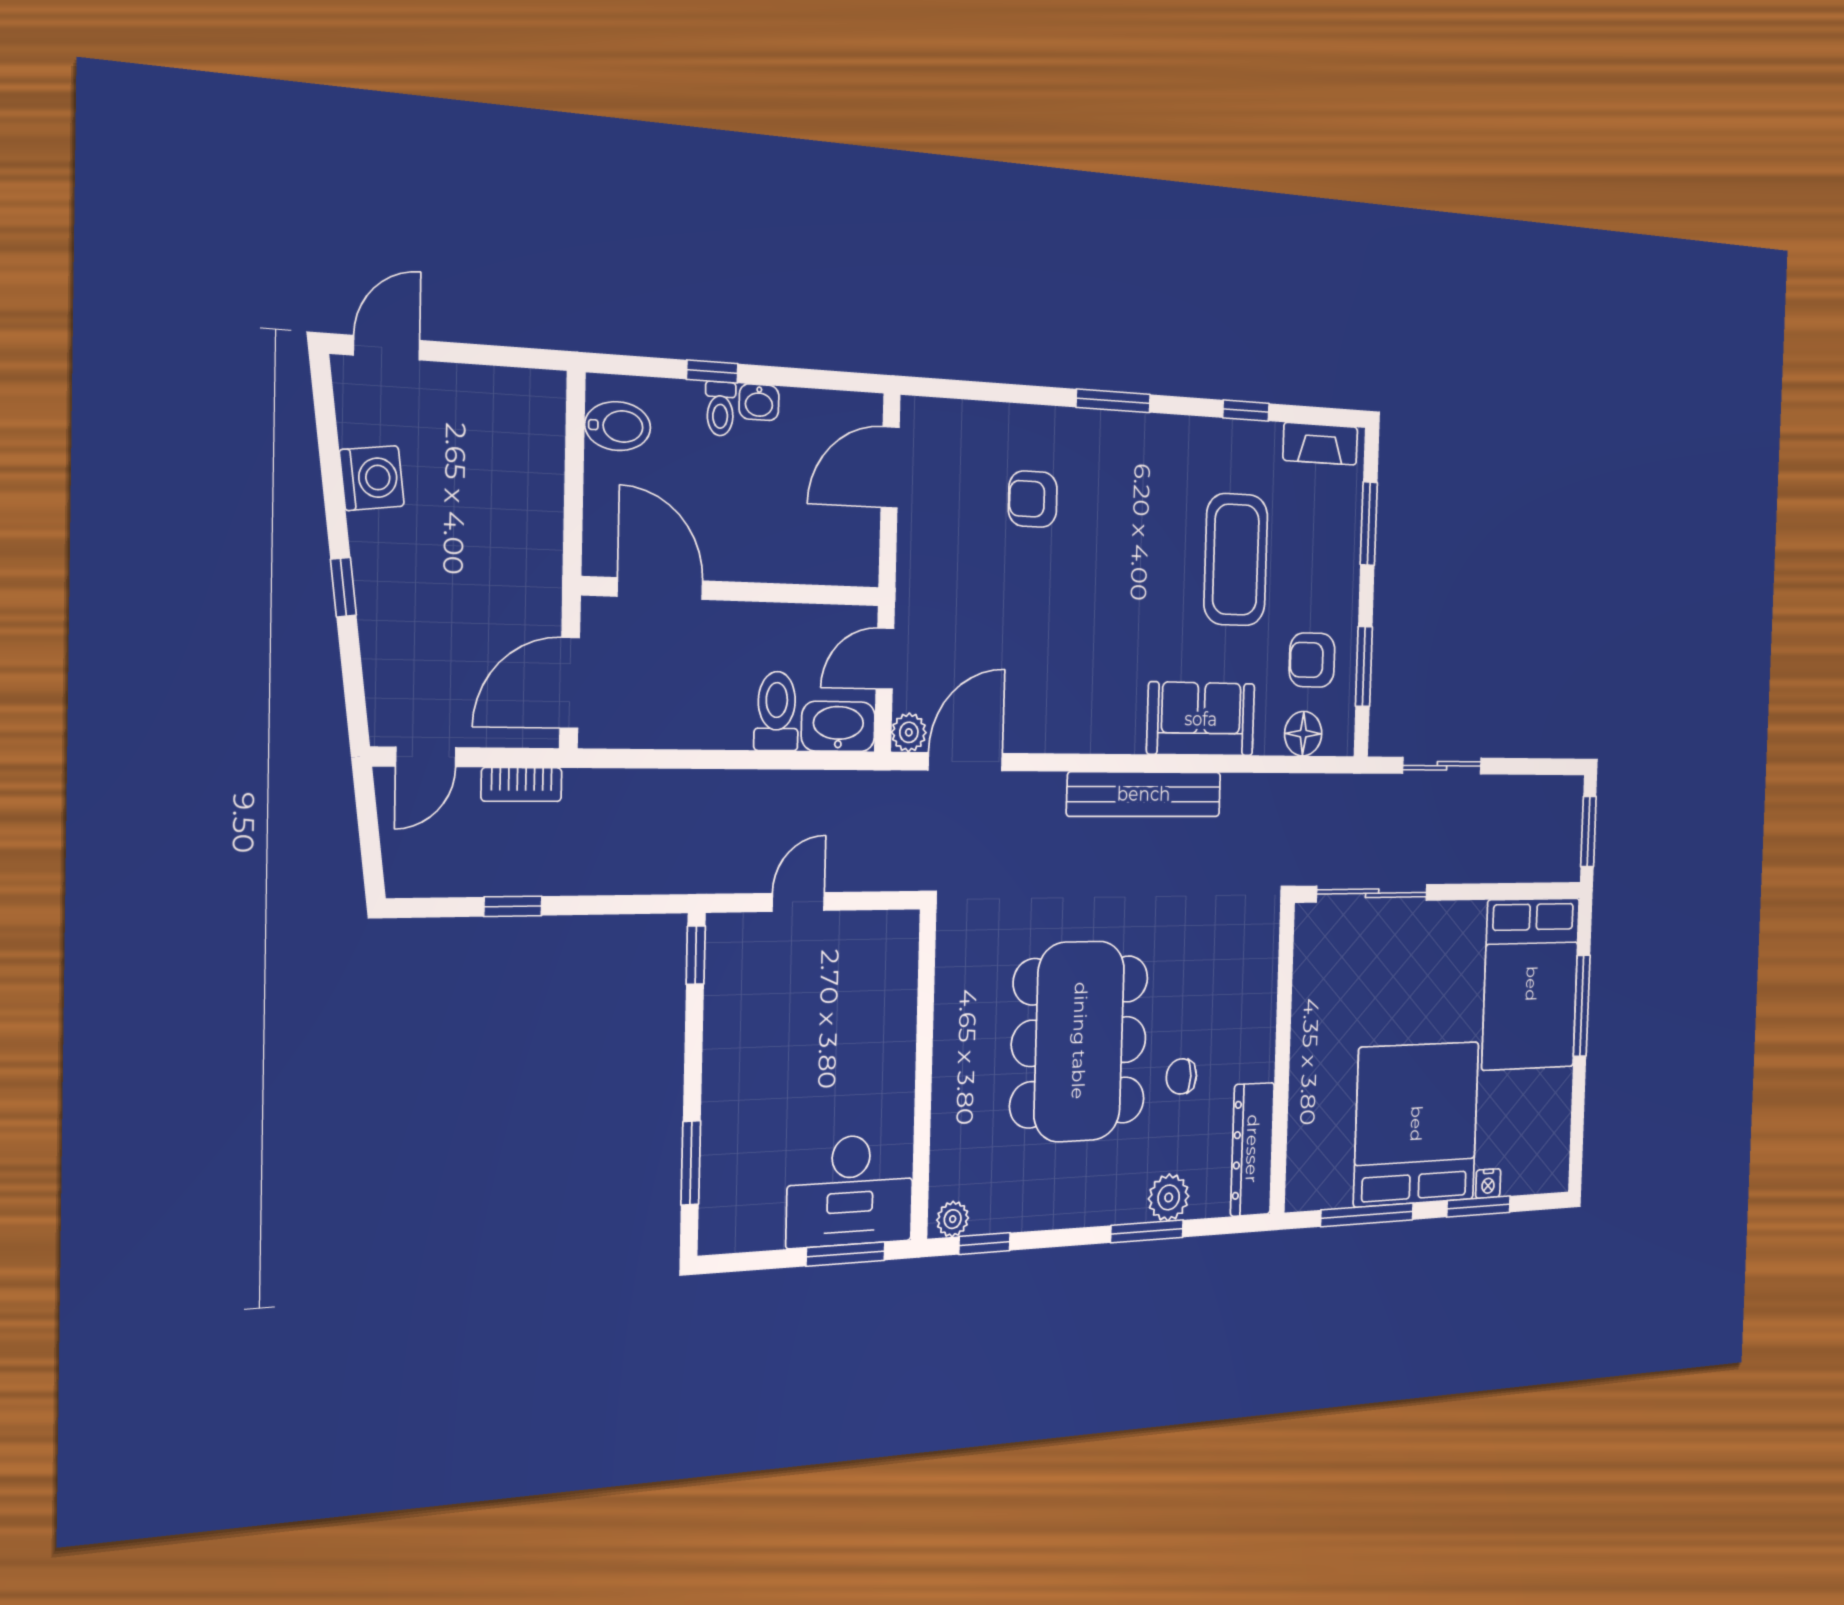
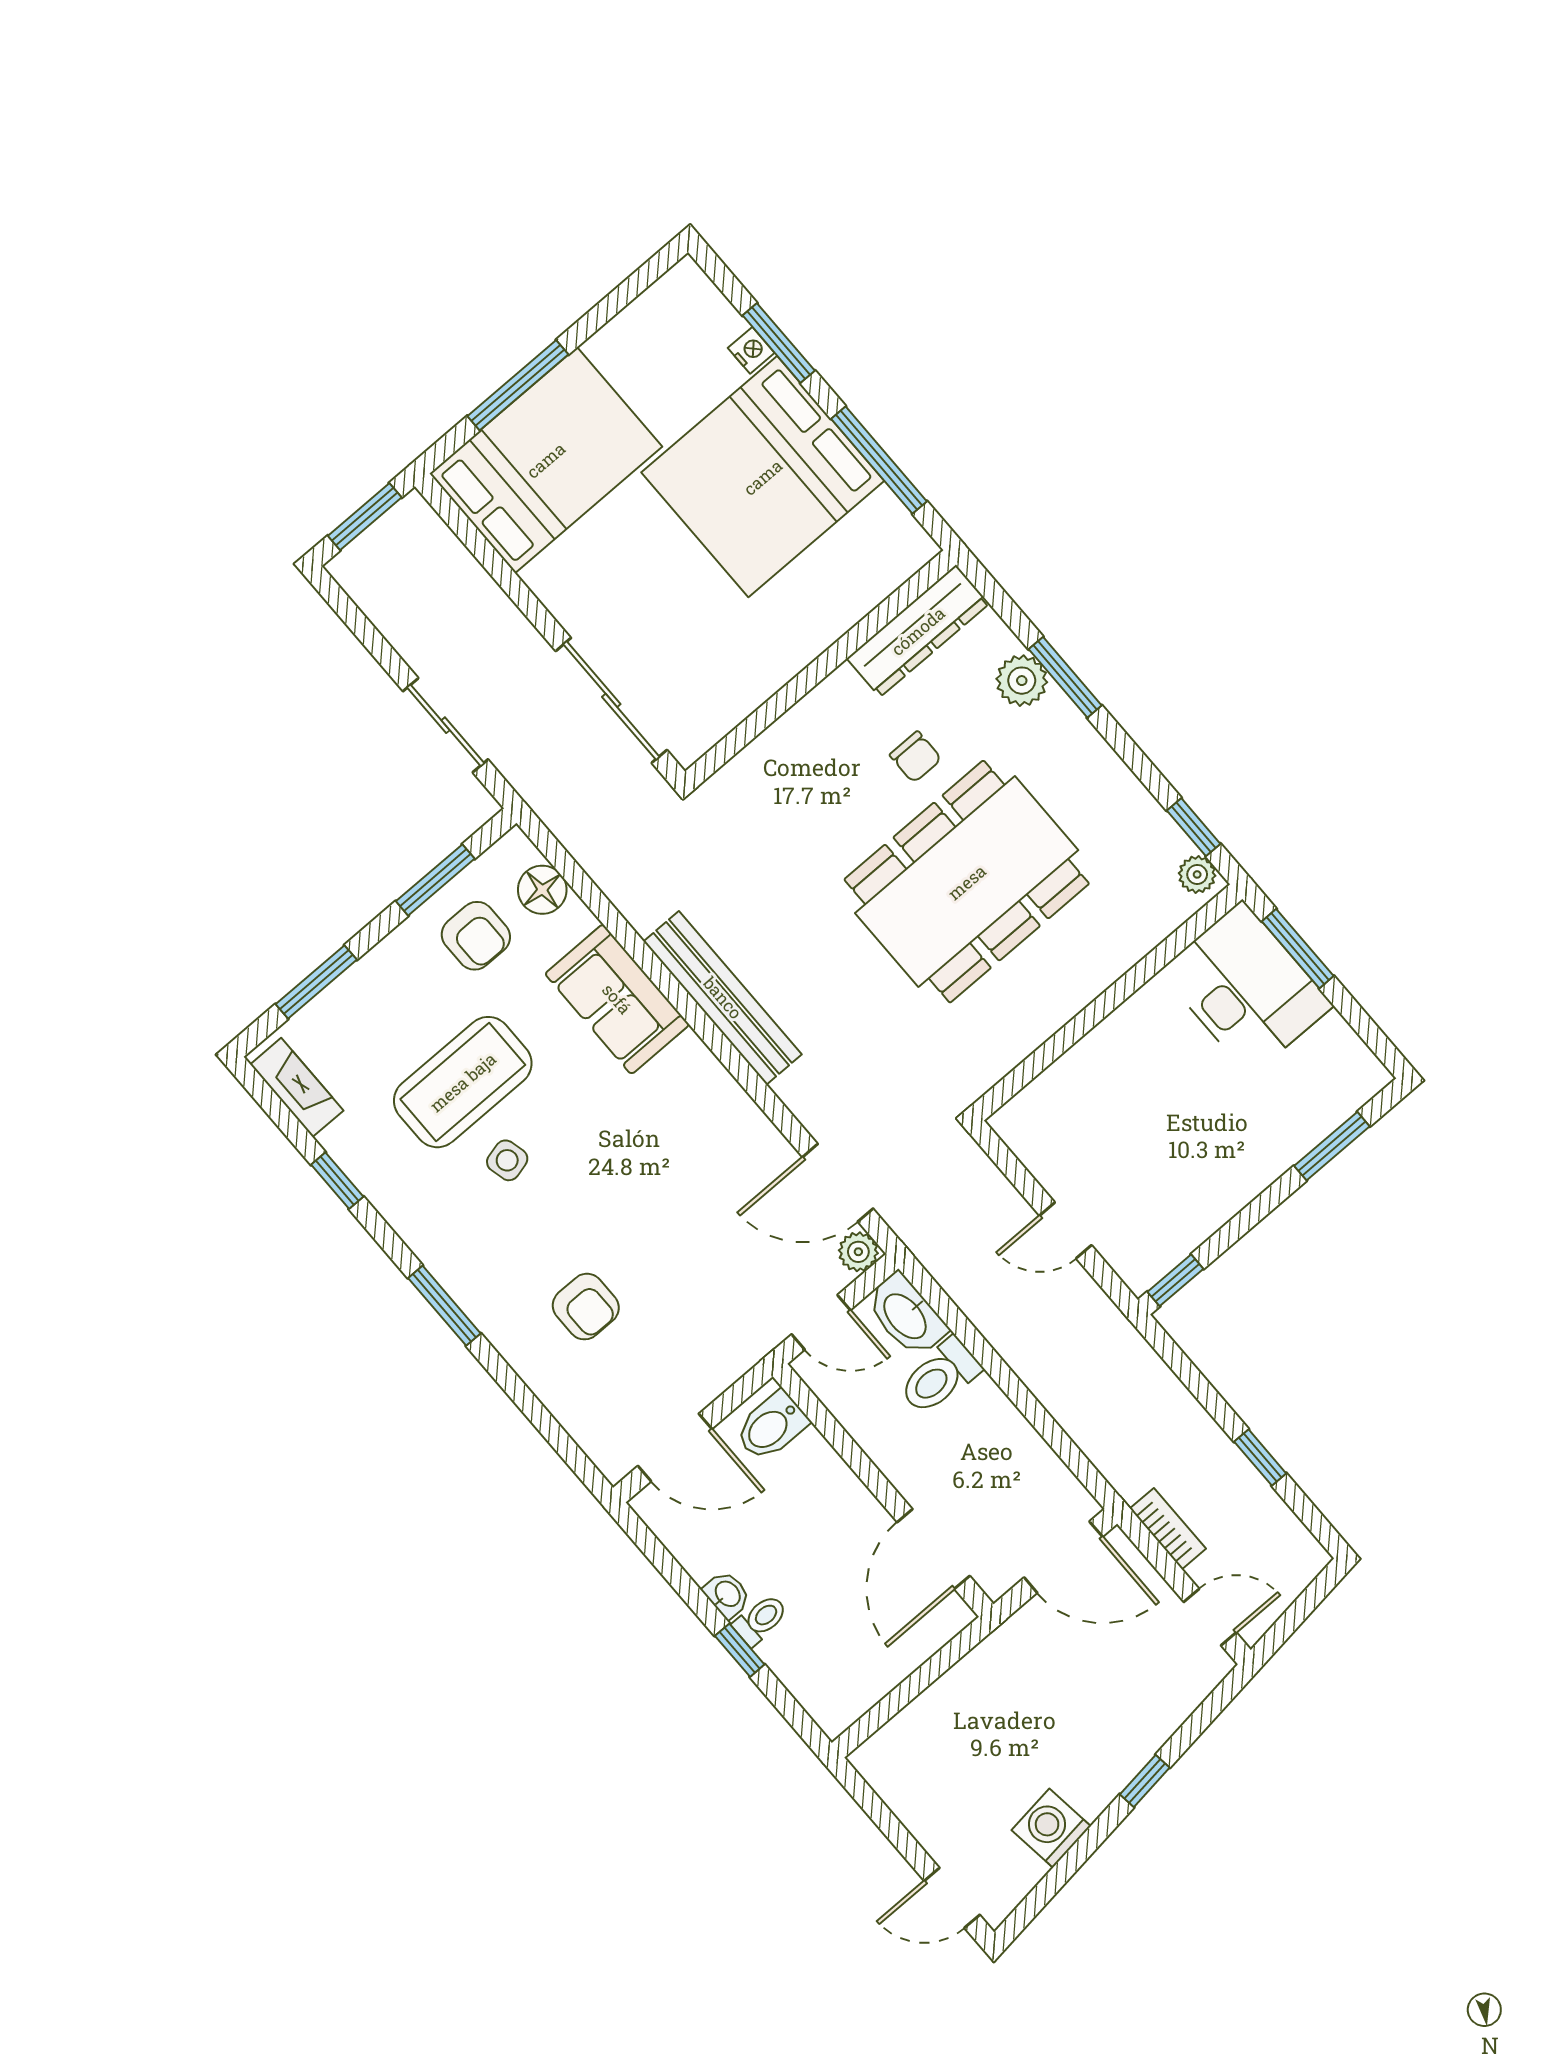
bidet: (618, 426) -> (771, 1426), moved, turned -90
side table: (1166, 540) -> (507, 1160), added

